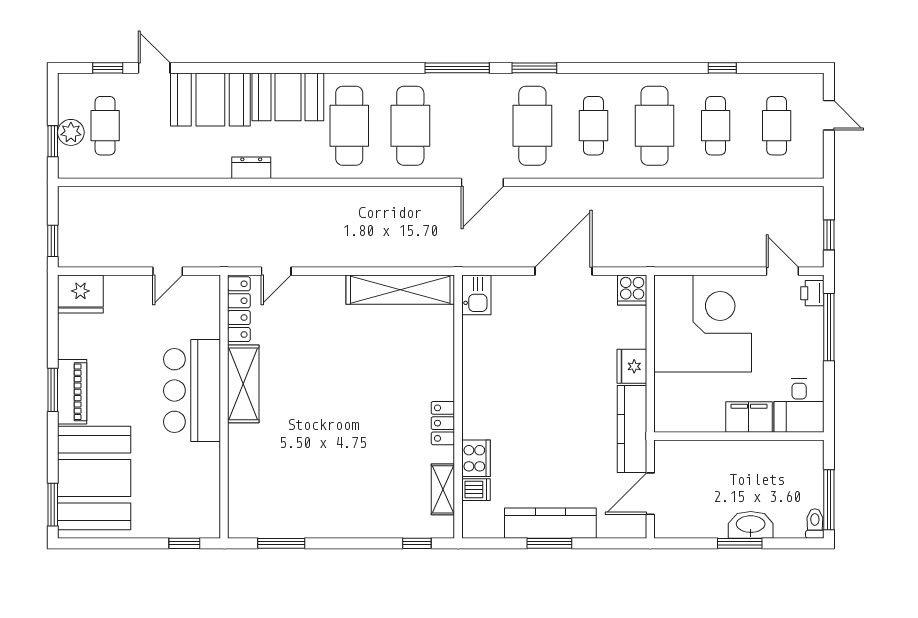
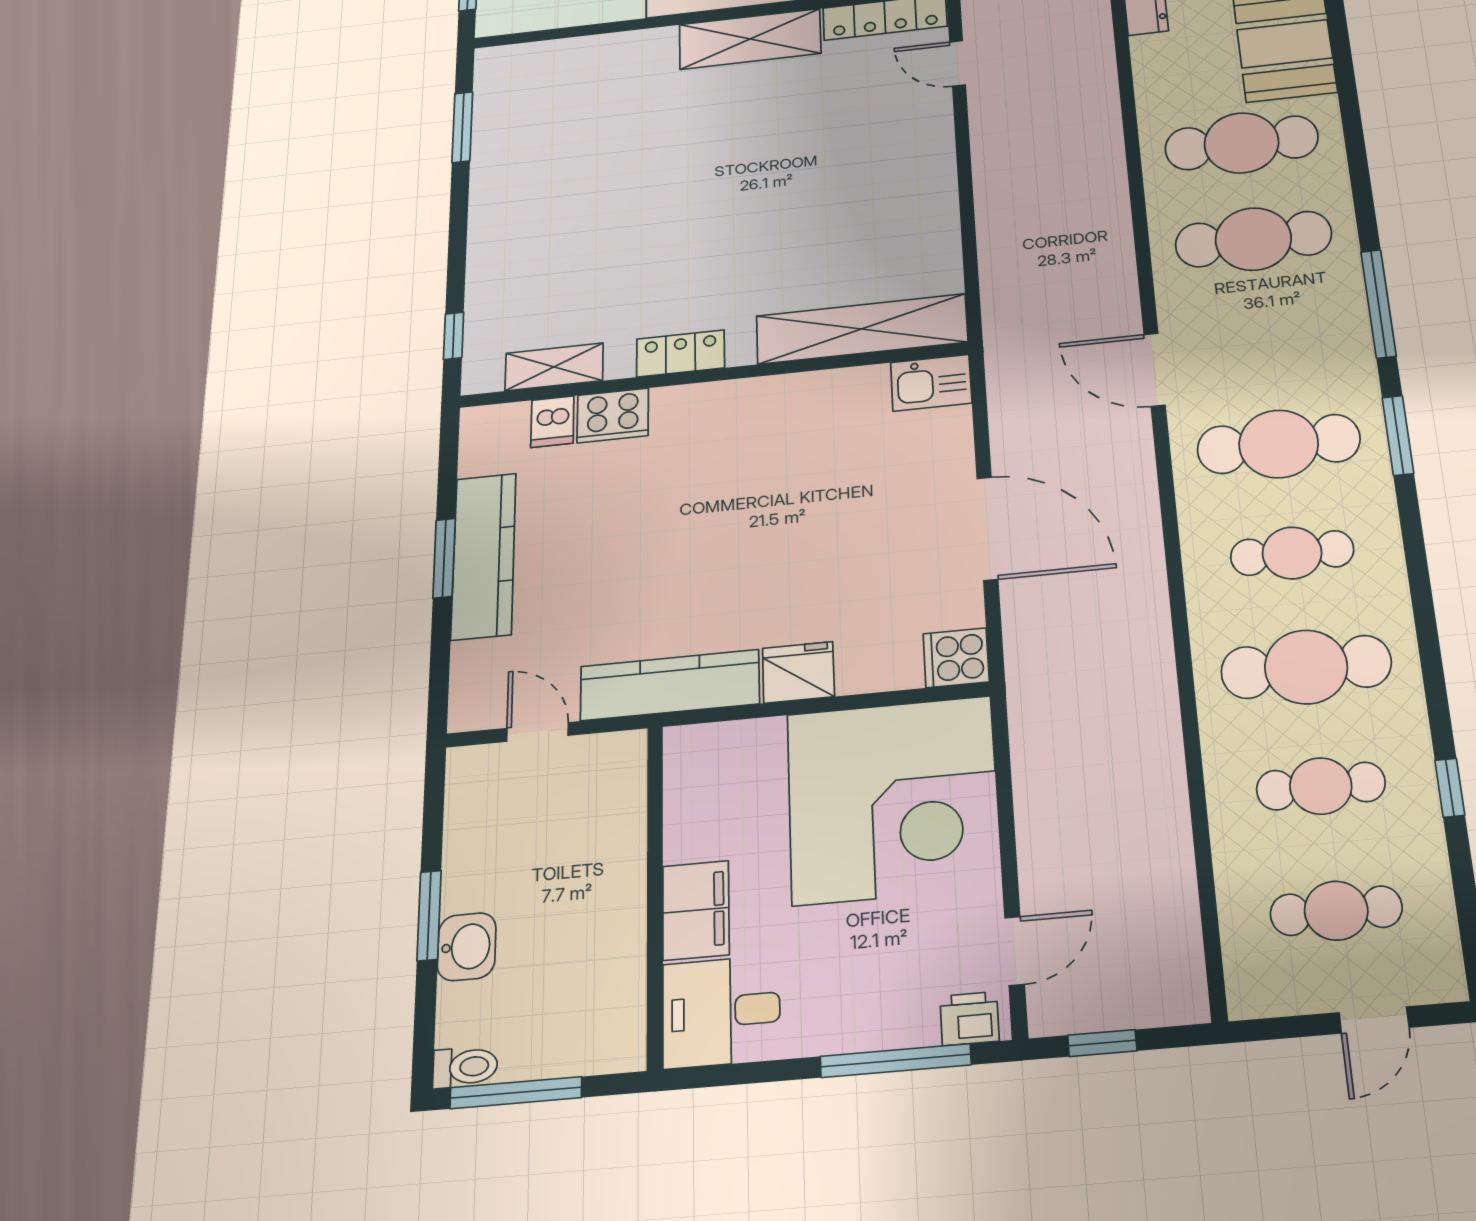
shelving: (400, 290) -> (862, 329), moved, turned 90
door: (650, 494) -> (537, 732), width x0.73
washbasin: (751, 525) -> (467, 947), width x0.72

